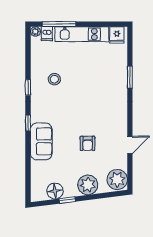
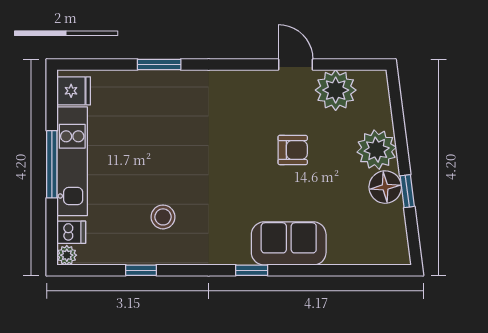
window: (59, 24) -> (52, 164), moved
window: (28, 87) -> (141, 270), moved
plant: (117, 180) -> (336, 90), moved
floor lamp: (55, 191) -> (385, 187), moved

